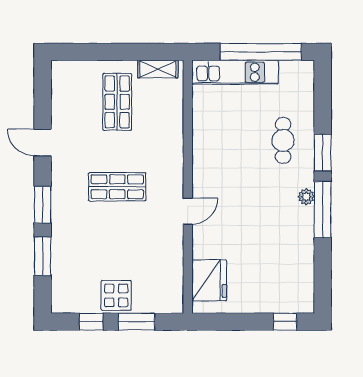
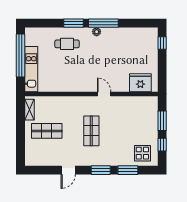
display table: (116, 295) -> (142, 153), moved

